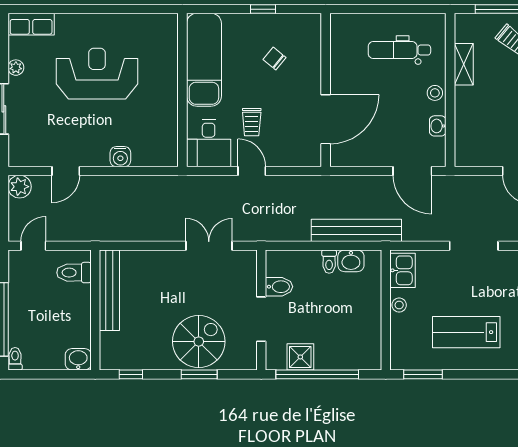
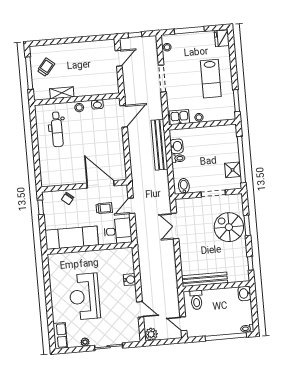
wall: (326, 90) -> (84, 186), moved
door: (326, 119) -> (101, 184), moved
bidet: (279, 287) -> (184, 186), moved

